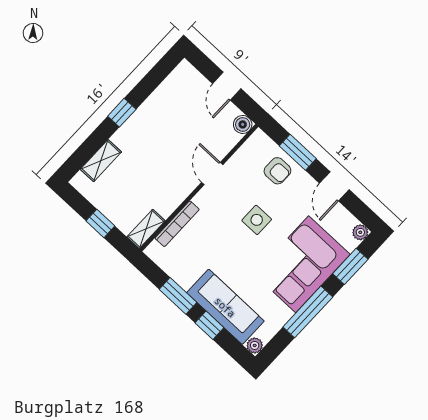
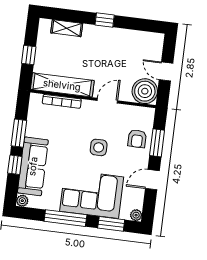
door: (227, 86) -> (166, 71), hinge flipped
boiler: (243, 124) -> (145, 91), width x1.86, depth x1.86
shelving: (146, 229) -> (62, 85), width x2.20, depth x1.33

